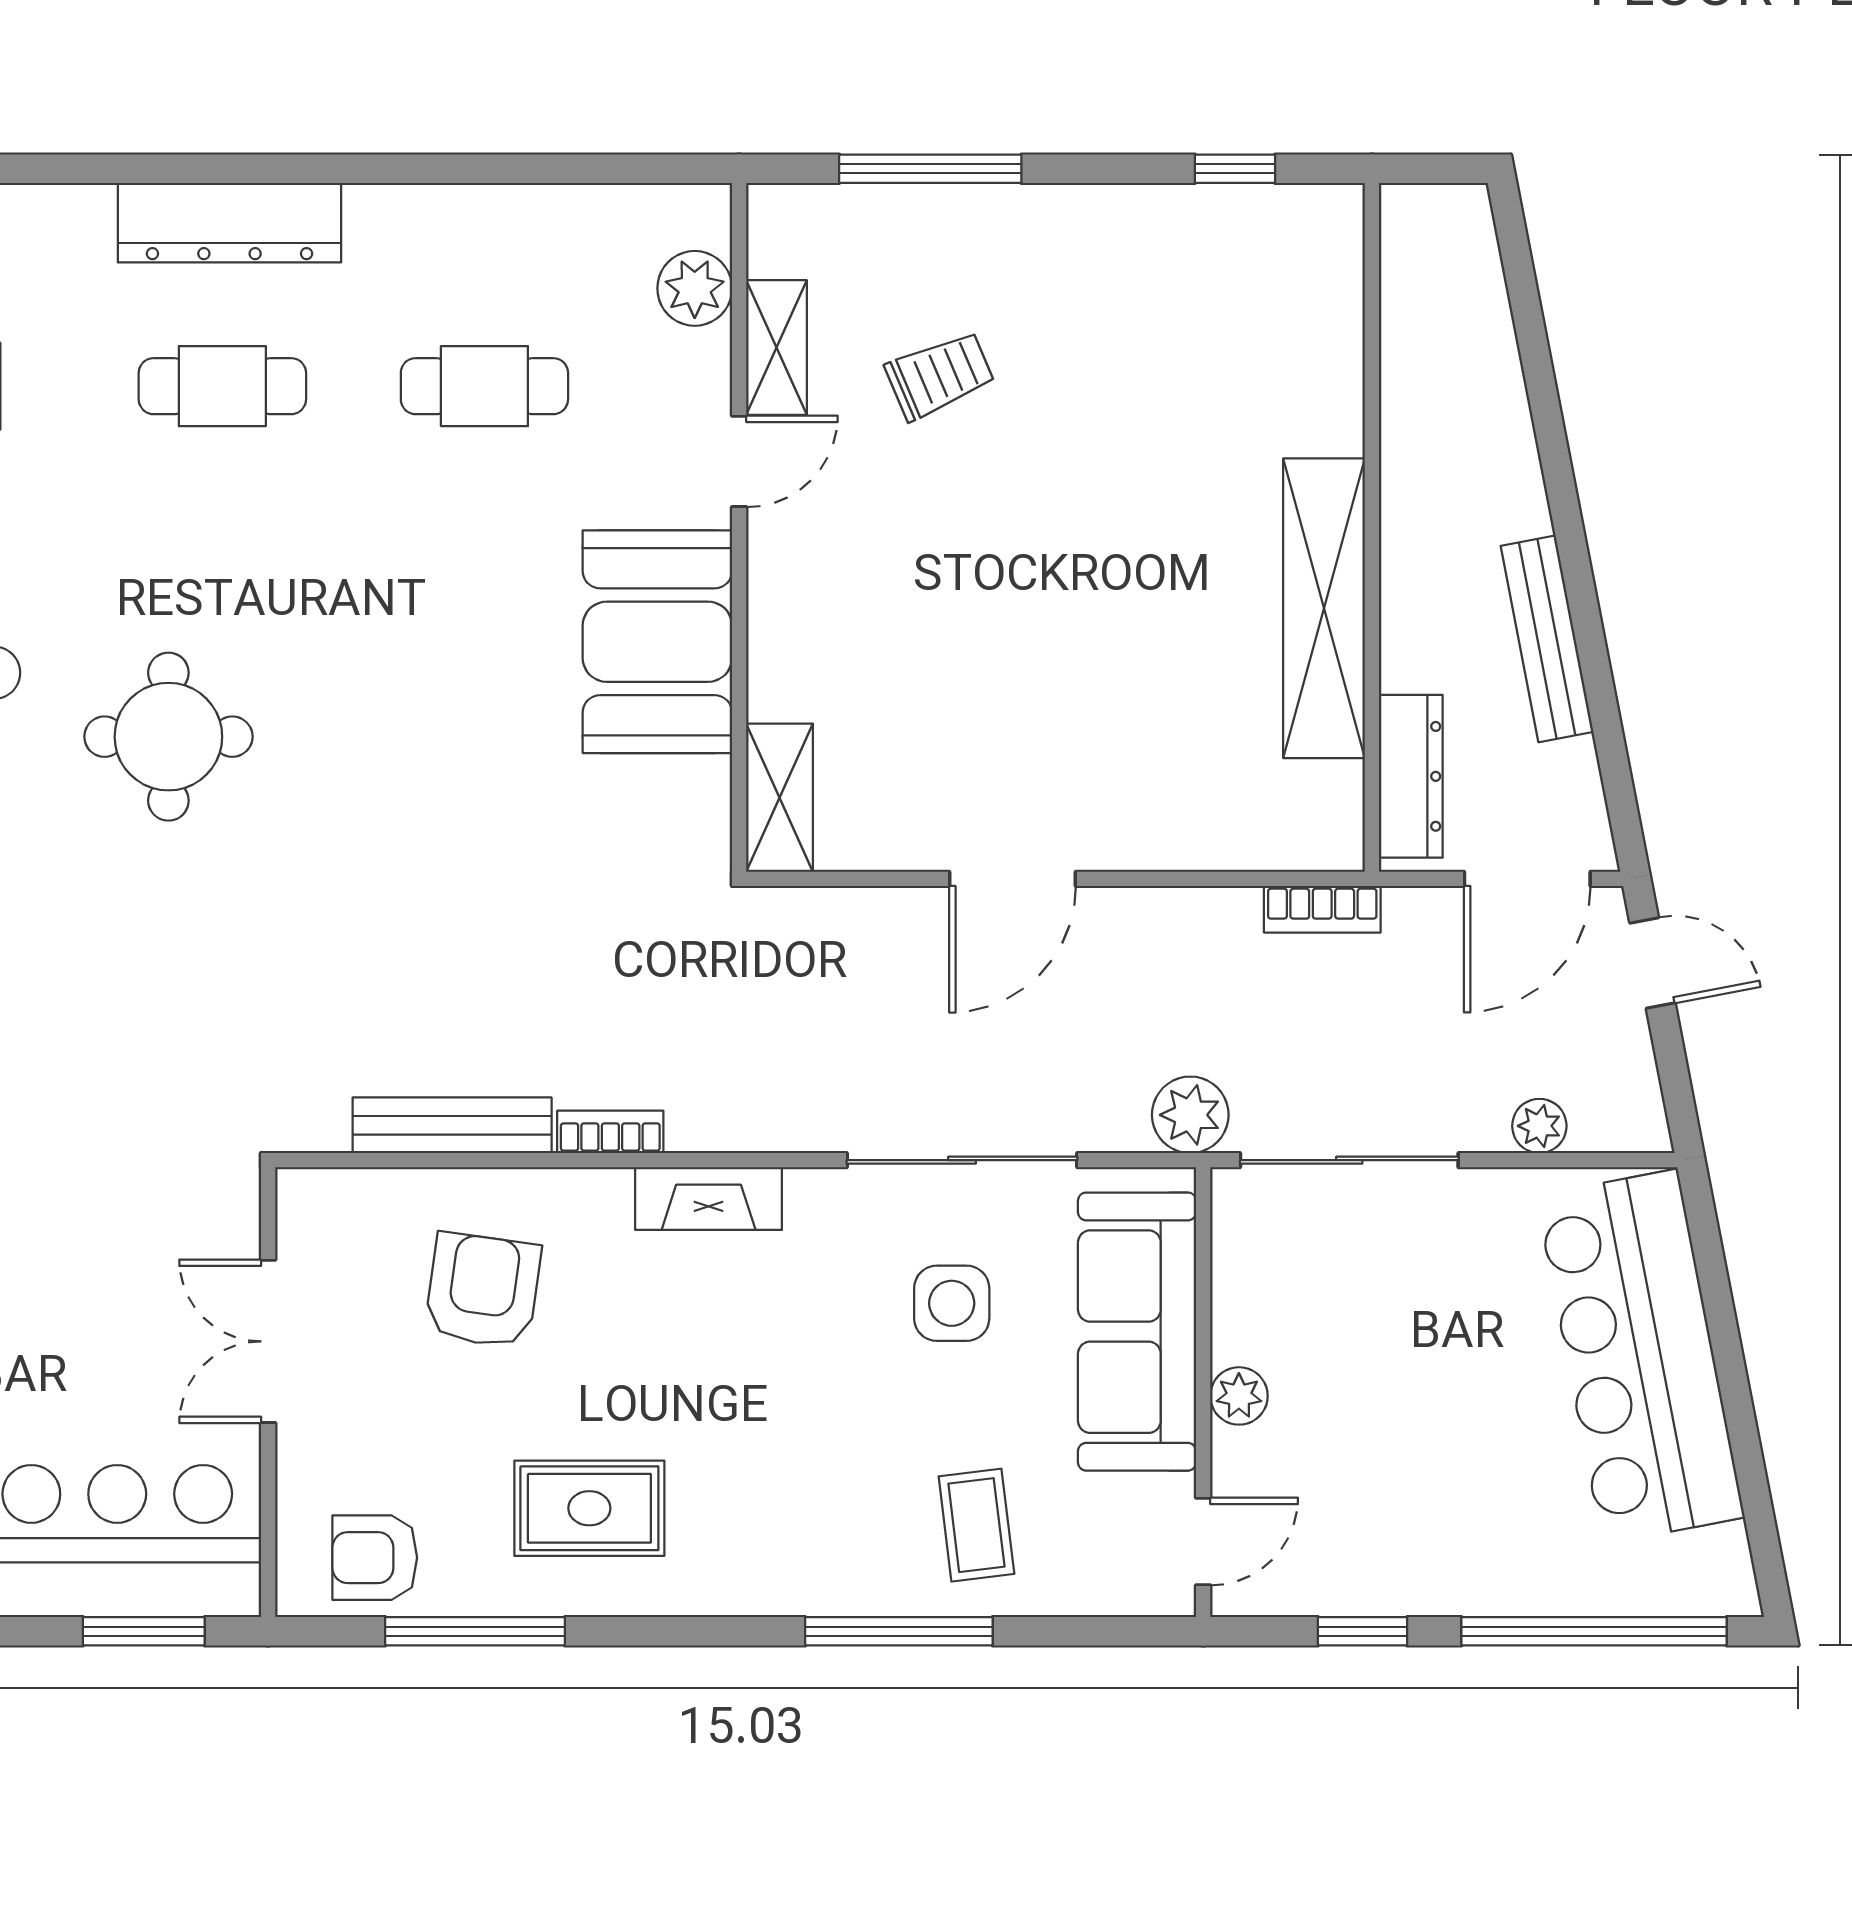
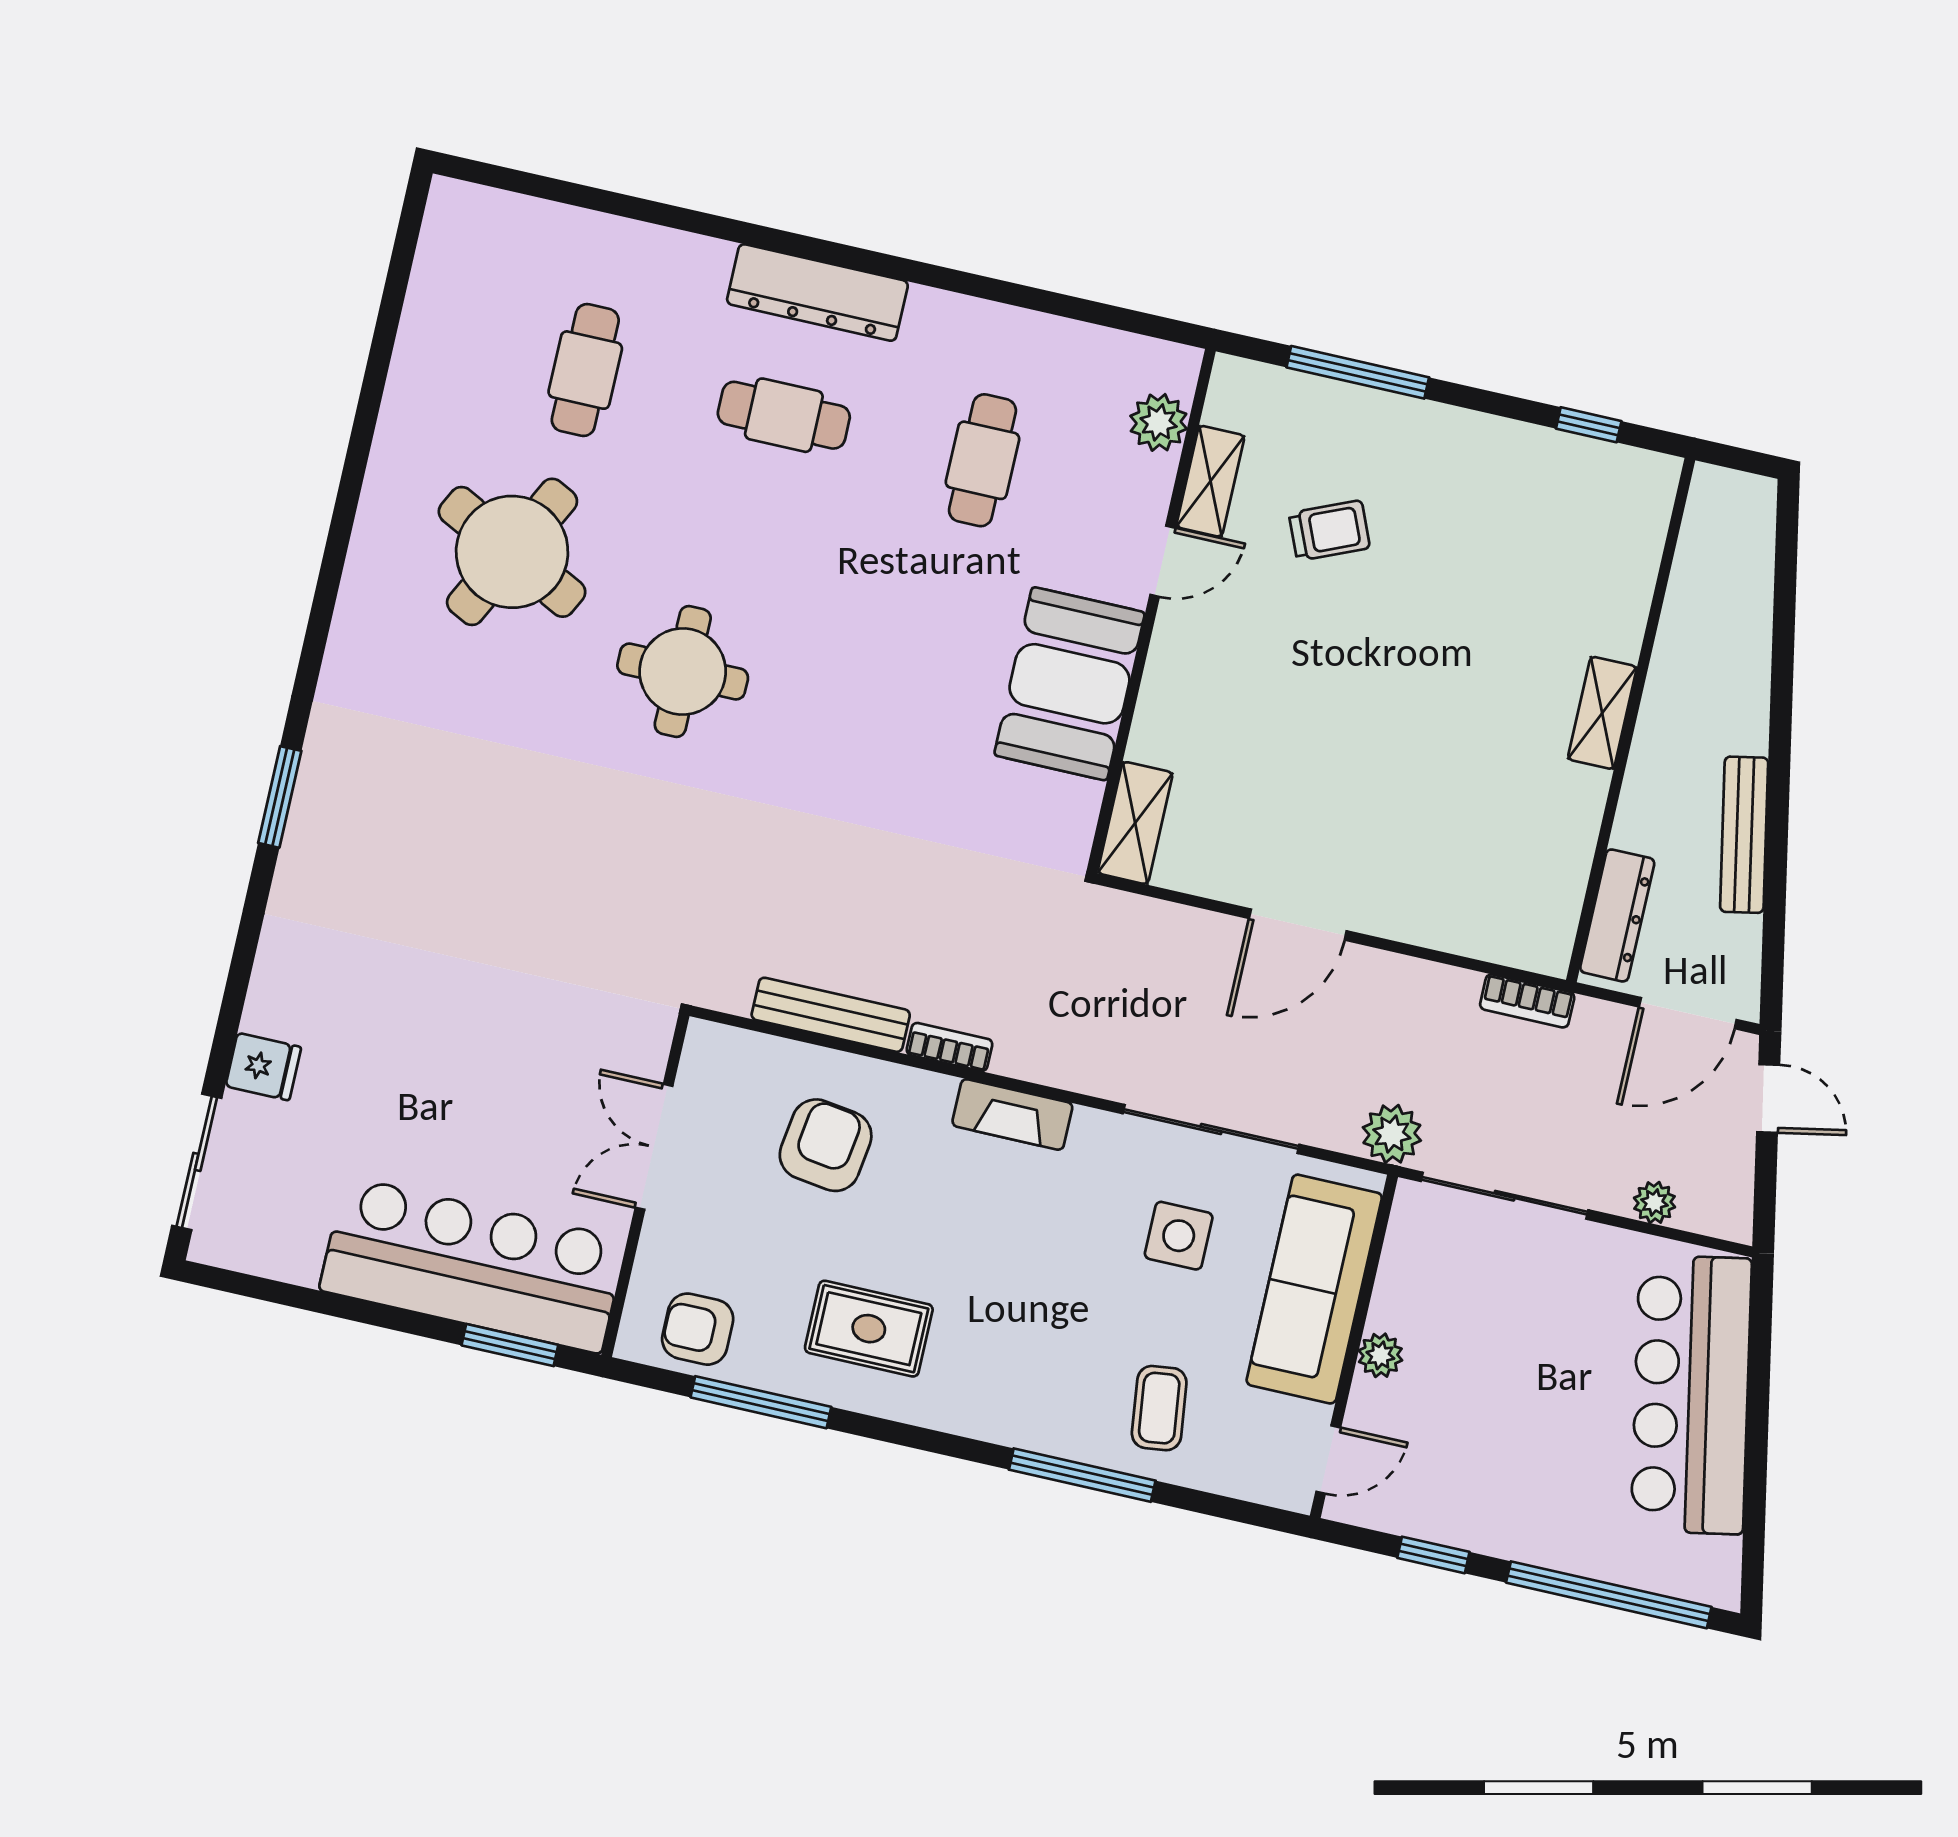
cafe table: (484, 386) -> (982, 460), turned 90
shelving: (1324, 608) -> (1602, 713), width x0.45, depth x0.75

